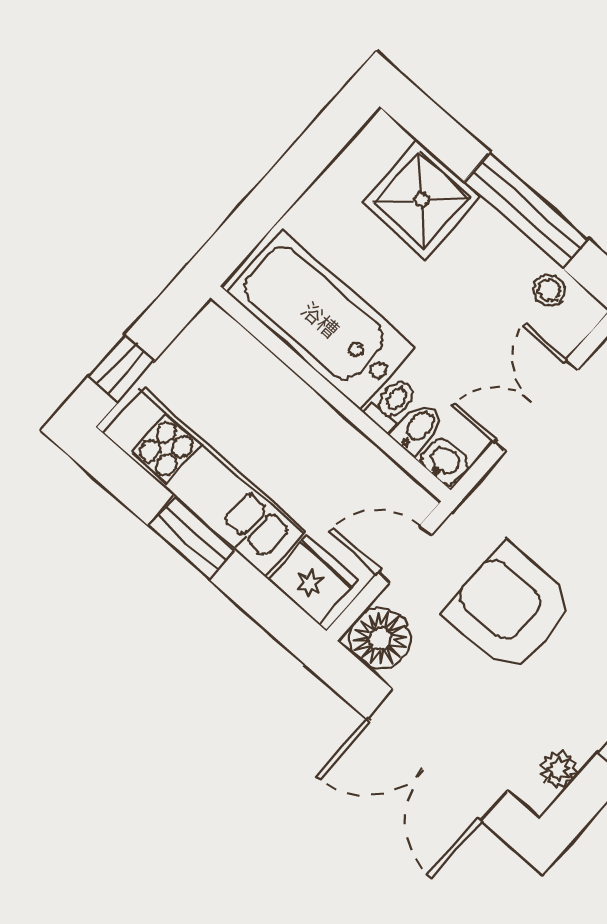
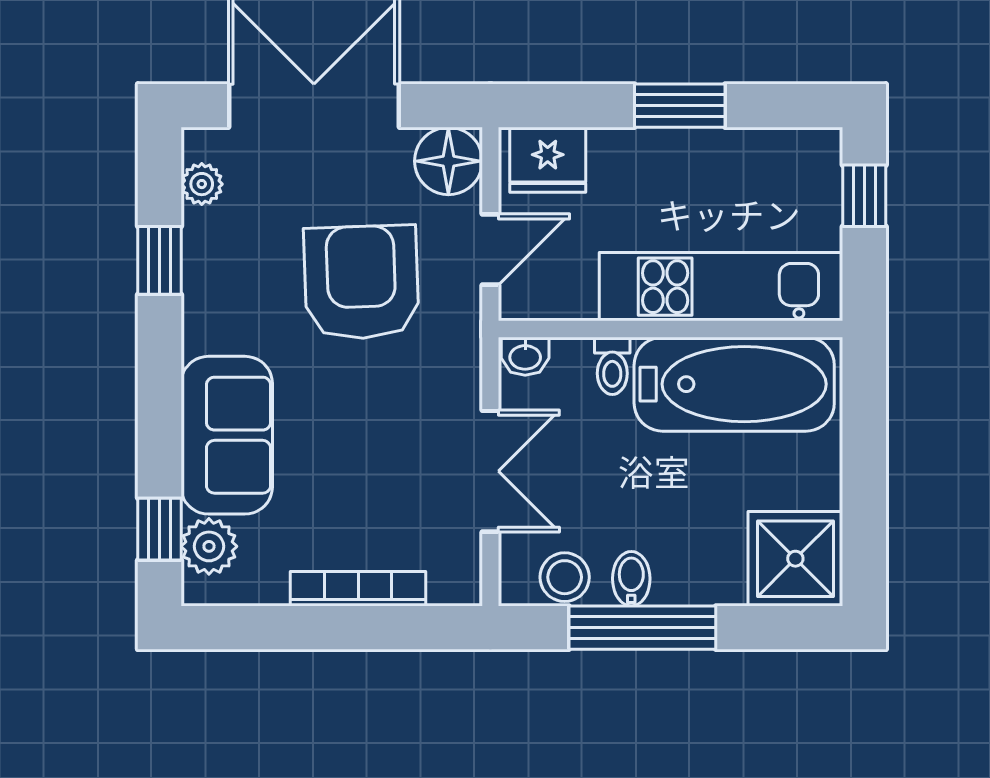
shower: (422, 200) -> (795, 559), moved
stool: (549, 290) -> (565, 577), width x1.37, depth x1.37
bidet: (418, 429) -> (631, 579), moved, turned 180
kitchen unit: (204, 482) -> (721, 287), moved, turned 180
armchair: (510, 609) -> (361, 282), turned -92

